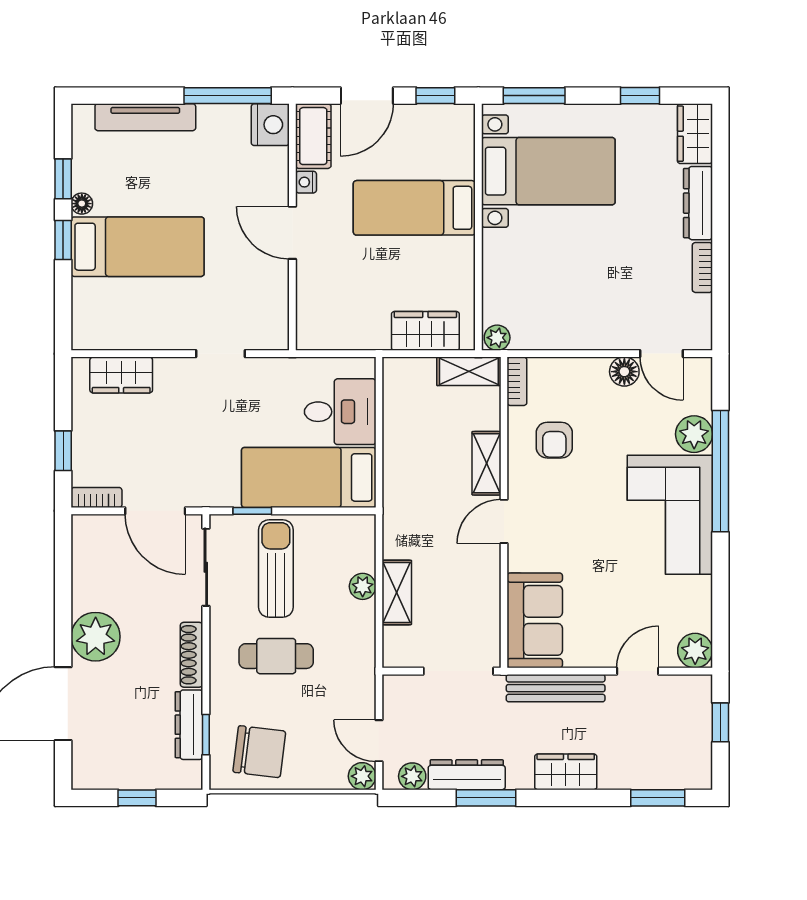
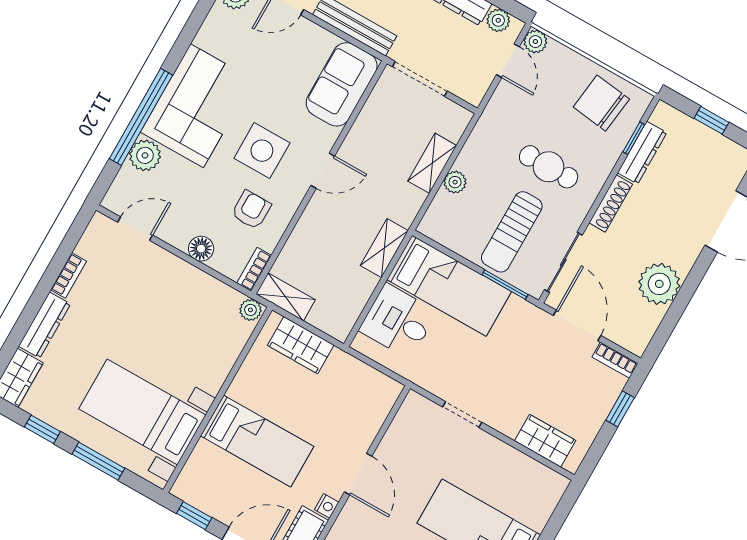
window: (534, 96) -> (98, 461), moved
door: (662, 354) -> (135, 229), hinge flipped
floor lamp: (624, 372) -> (201, 249), moved
shelving: (486, 463) -> (384, 248), moved
side table: (578, 507) -> (262, 151), added
window: (252, 511) -> (505, 285), width x1.50
plant: (96, 637) -> (659, 284), moved

